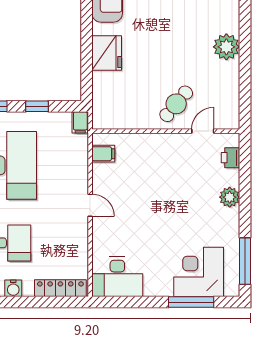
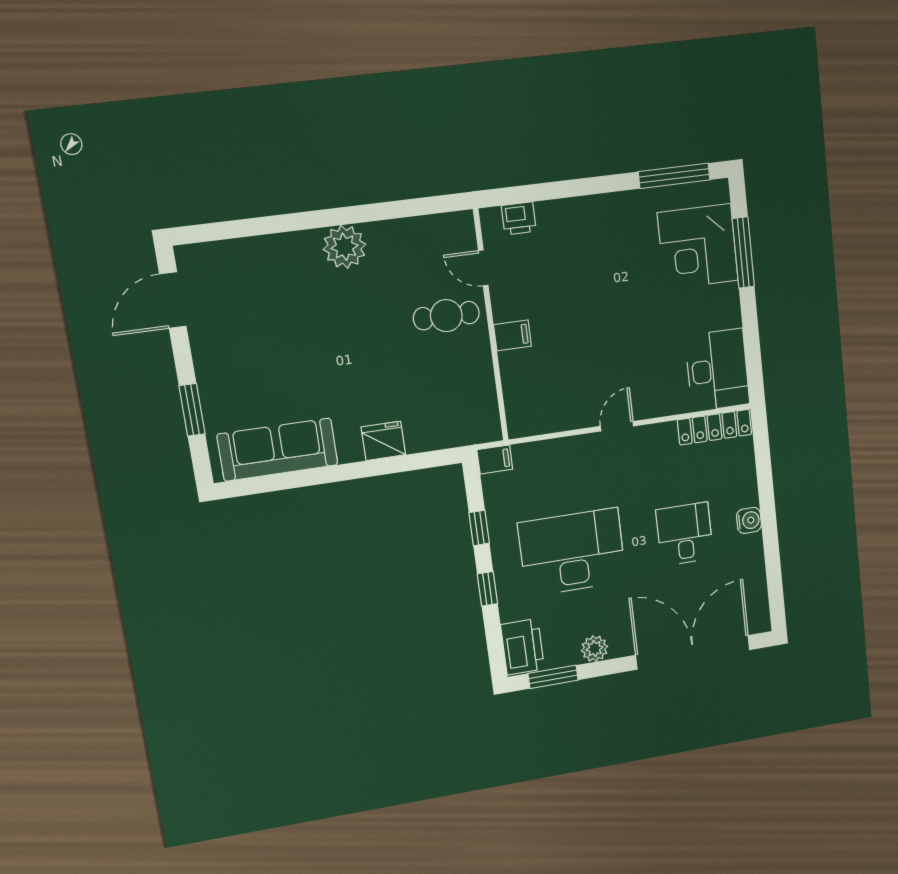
fridge: (107, 53) -> (383, 441), width x0.73, depth x0.75
cafe table: (176, 104) -> (446, 316), turned -40
filing cabinet: (103, 154) -> (513, 335), moved, turned 90
plant: (230, 197) -> (580, 212), removed
locker: (60, 288) -> (715, 427), moved, turned -90

